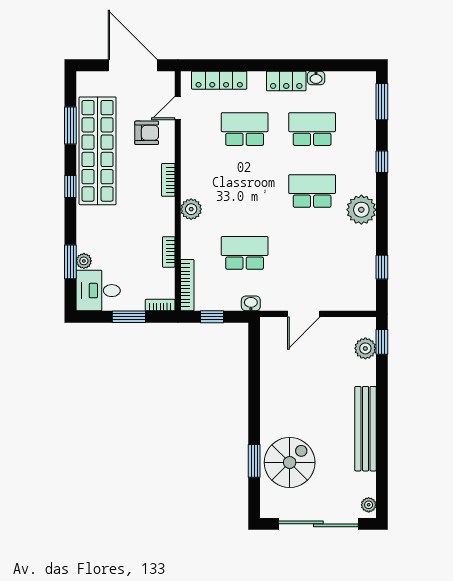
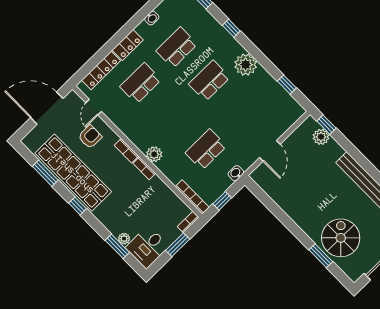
locker: (286, 81) -> (128, 45), moved
bookcase: (169, 252) -> (144, 168), moved

